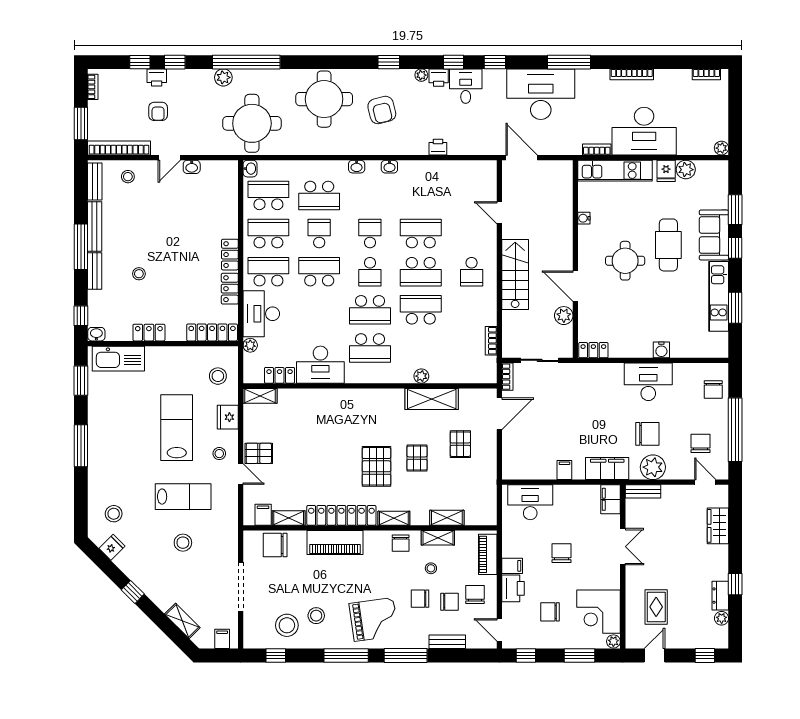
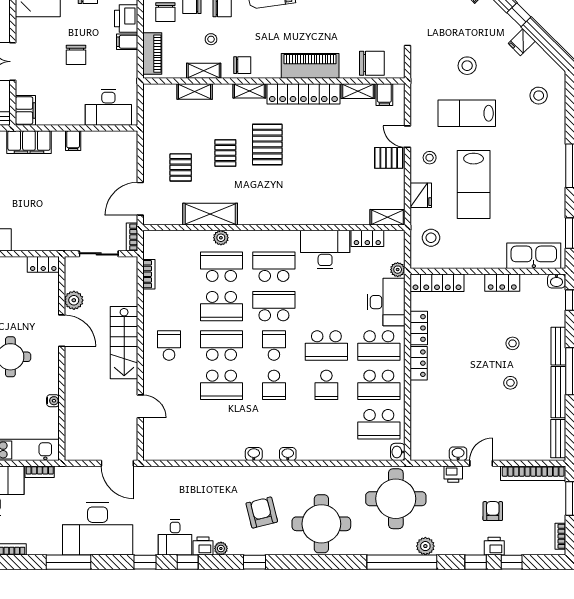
printer: (438, 147) -> (453, 474), moved
stool: (128, 177) -> (510, 383), moved
school desk: (319, 195) -> (221, 267), moved
chair: (401, 543) -> (242, 65), turned 90
fridge: (112, 547) -> (522, 42), moved

